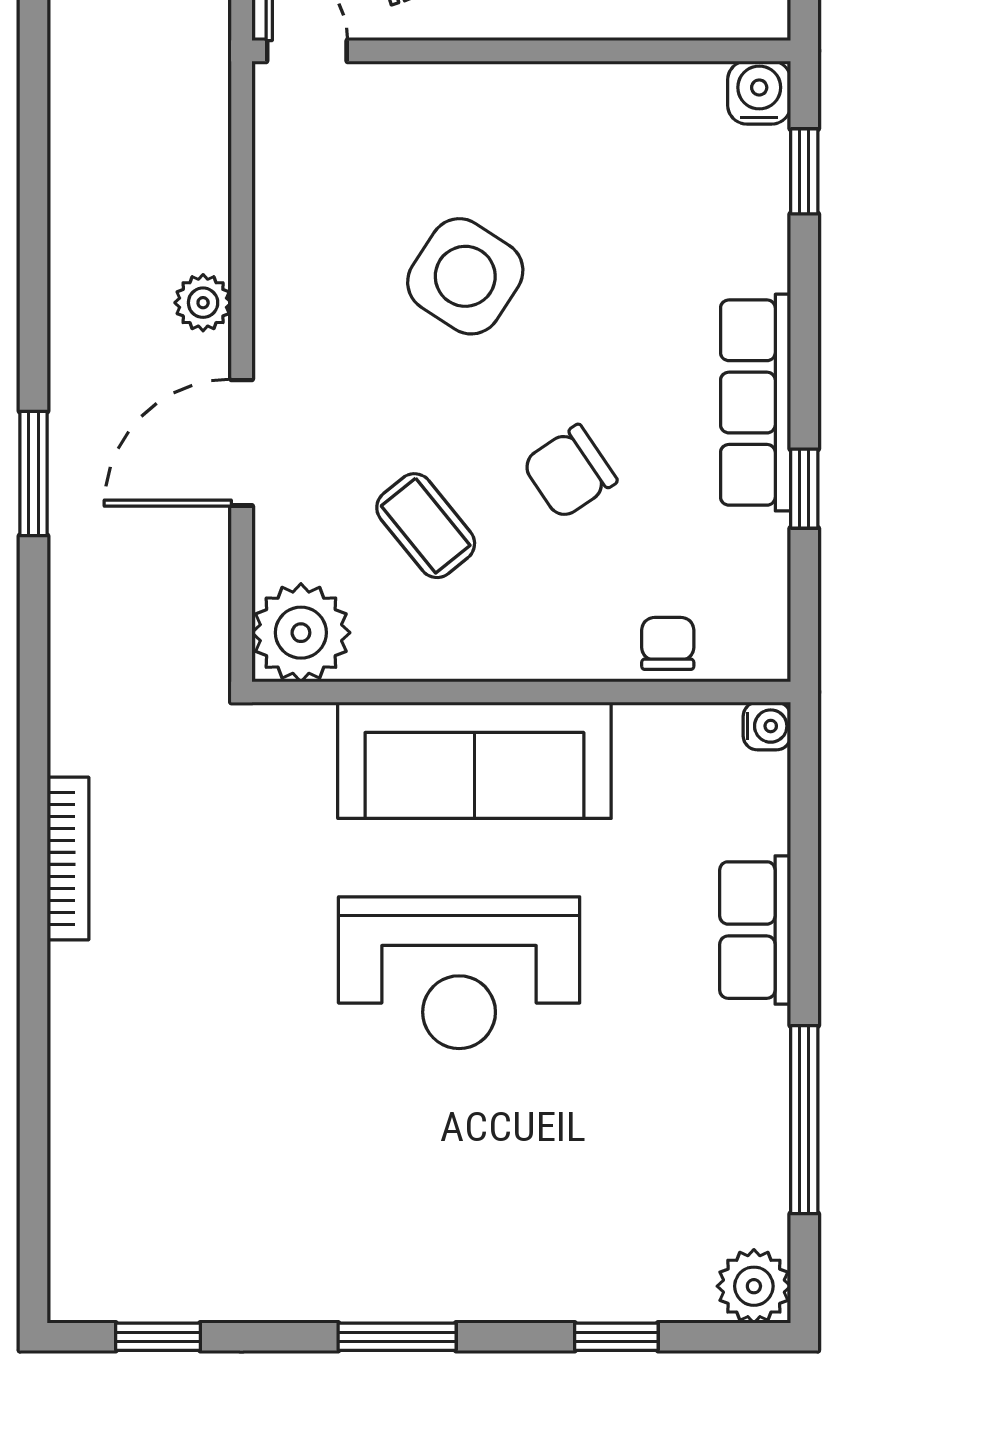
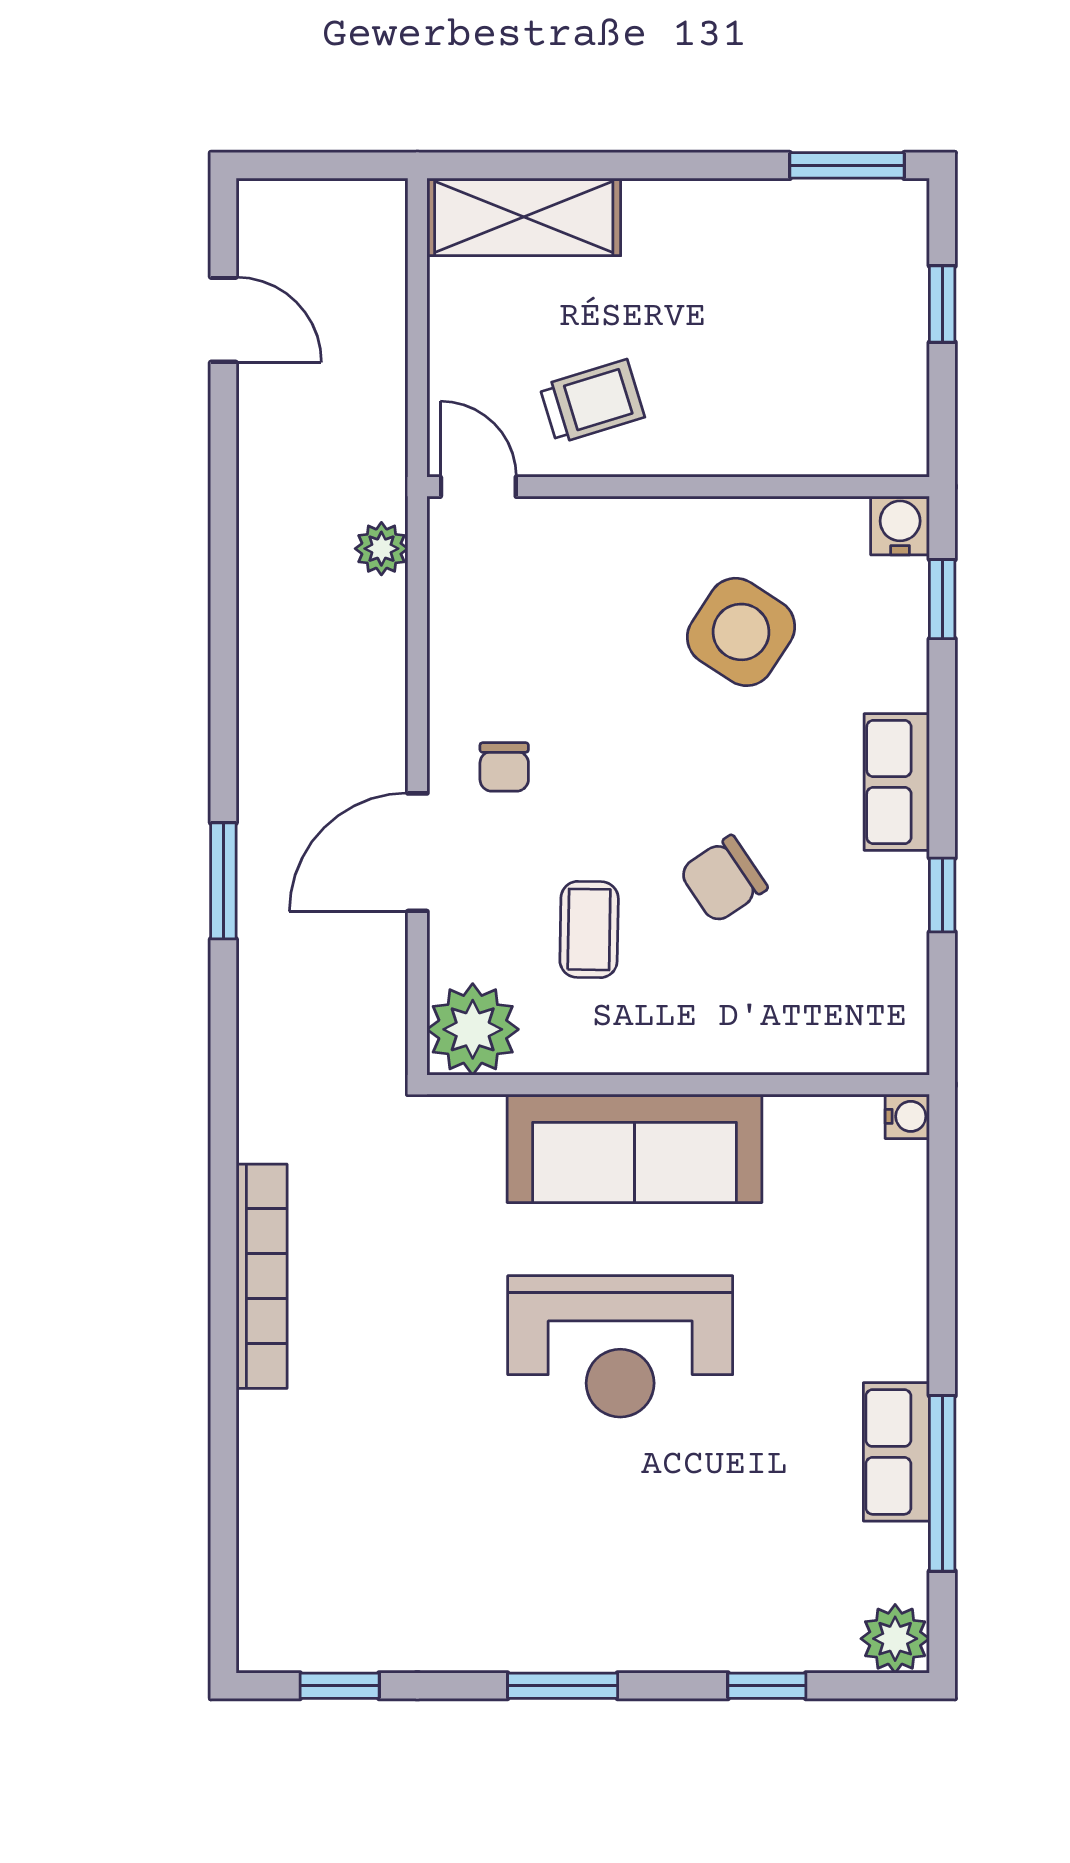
side table: (465, 276) -> (741, 632), moved
plant: (203, 303) -> (381, 549), moved
row of seats: (756, 403) -> (897, 782), width x0.68
coffee table: (426, 526) -> (589, 929), turned 40
chair: (668, 643) -> (504, 767), moved, turned 180
bookcase: (68, 858) -> (262, 1276), width x1.48, depth x1.31
row of seats: (755, 930) -> (896, 1452), moved

